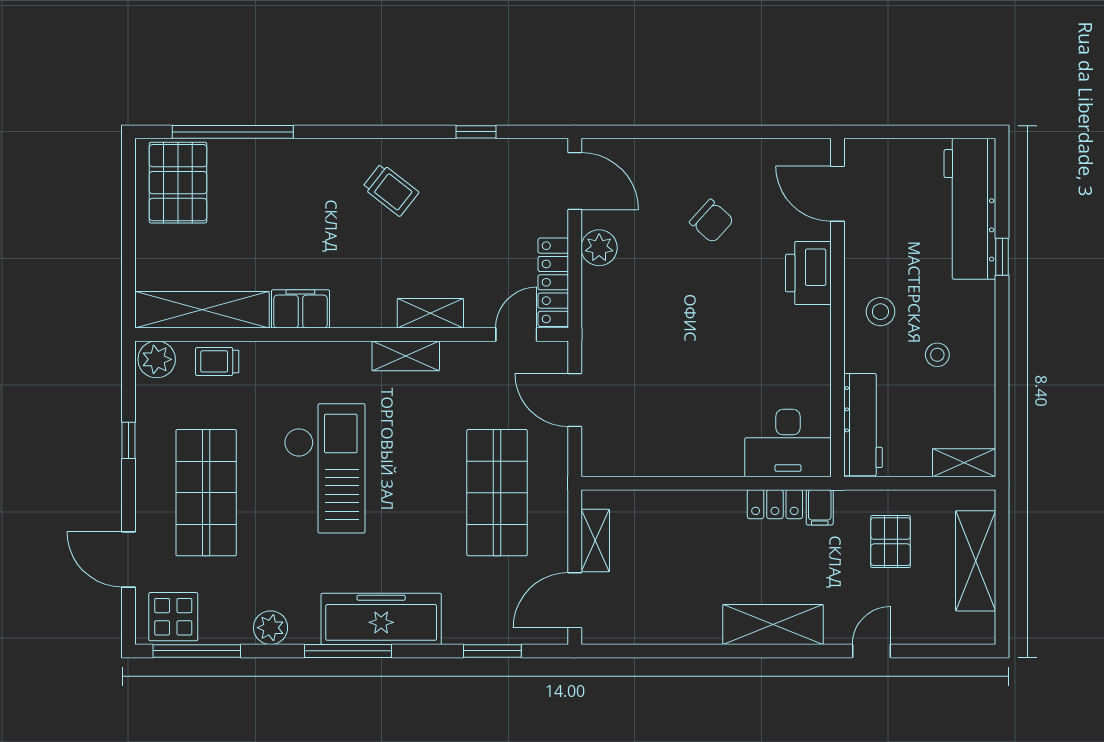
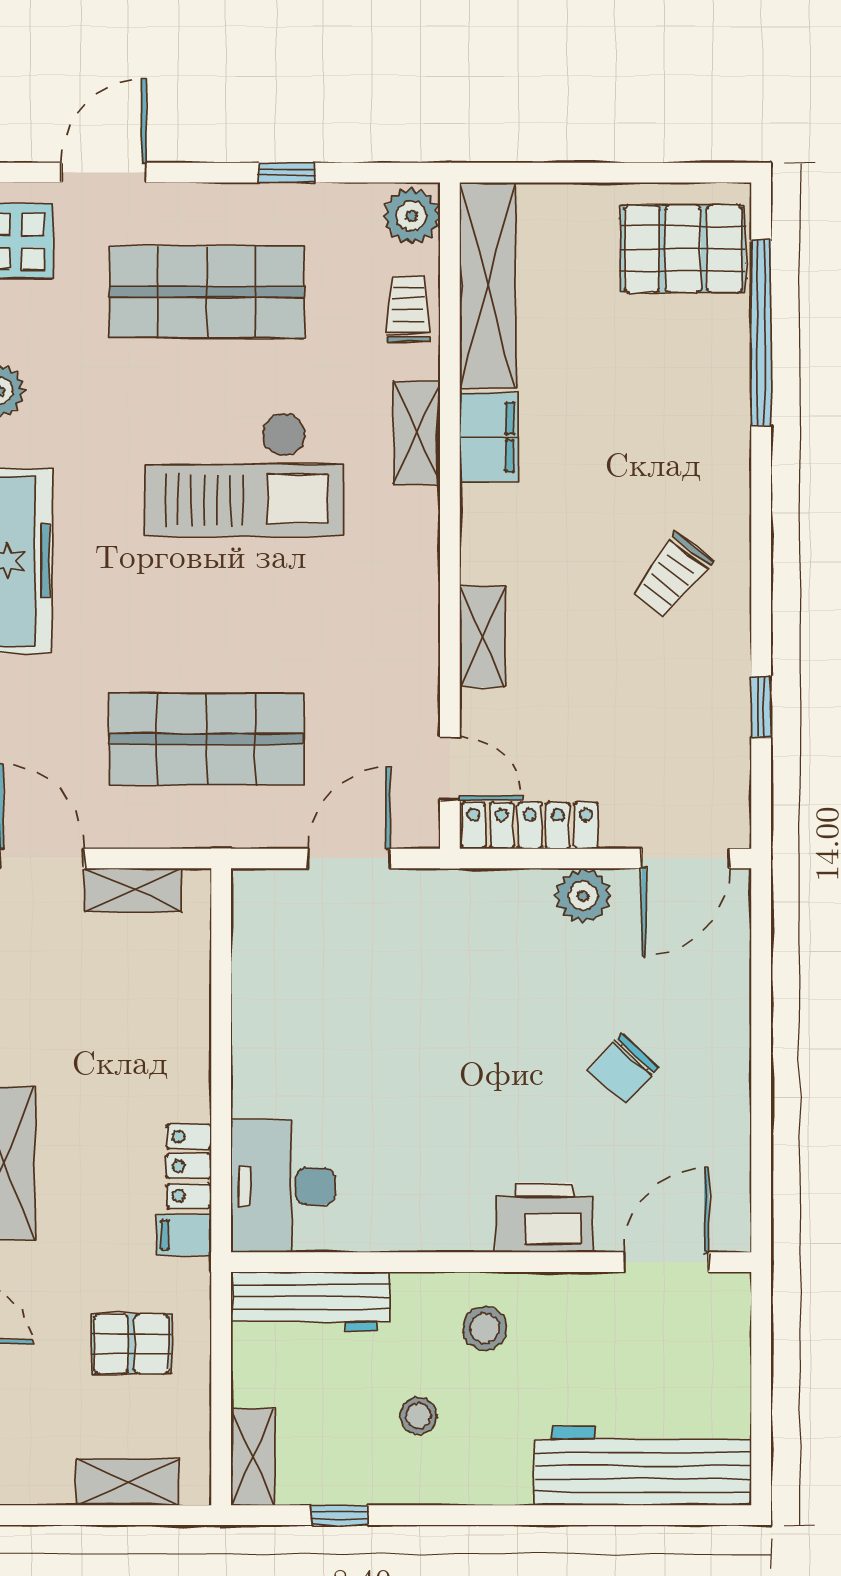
window: (1002, 257) -> (340, 1515), moved
shelving: (406, 356) -> (417, 433), moved
shelving: (976, 561) -> (128, 1482), width x0.67, depth x0.75

